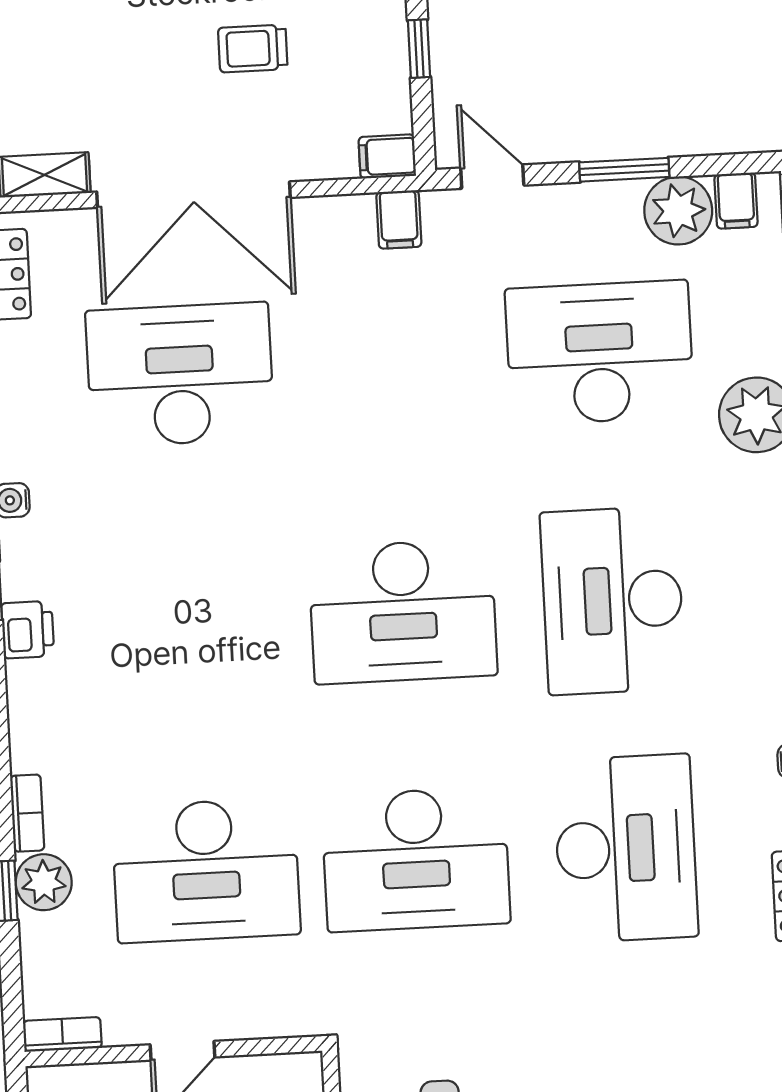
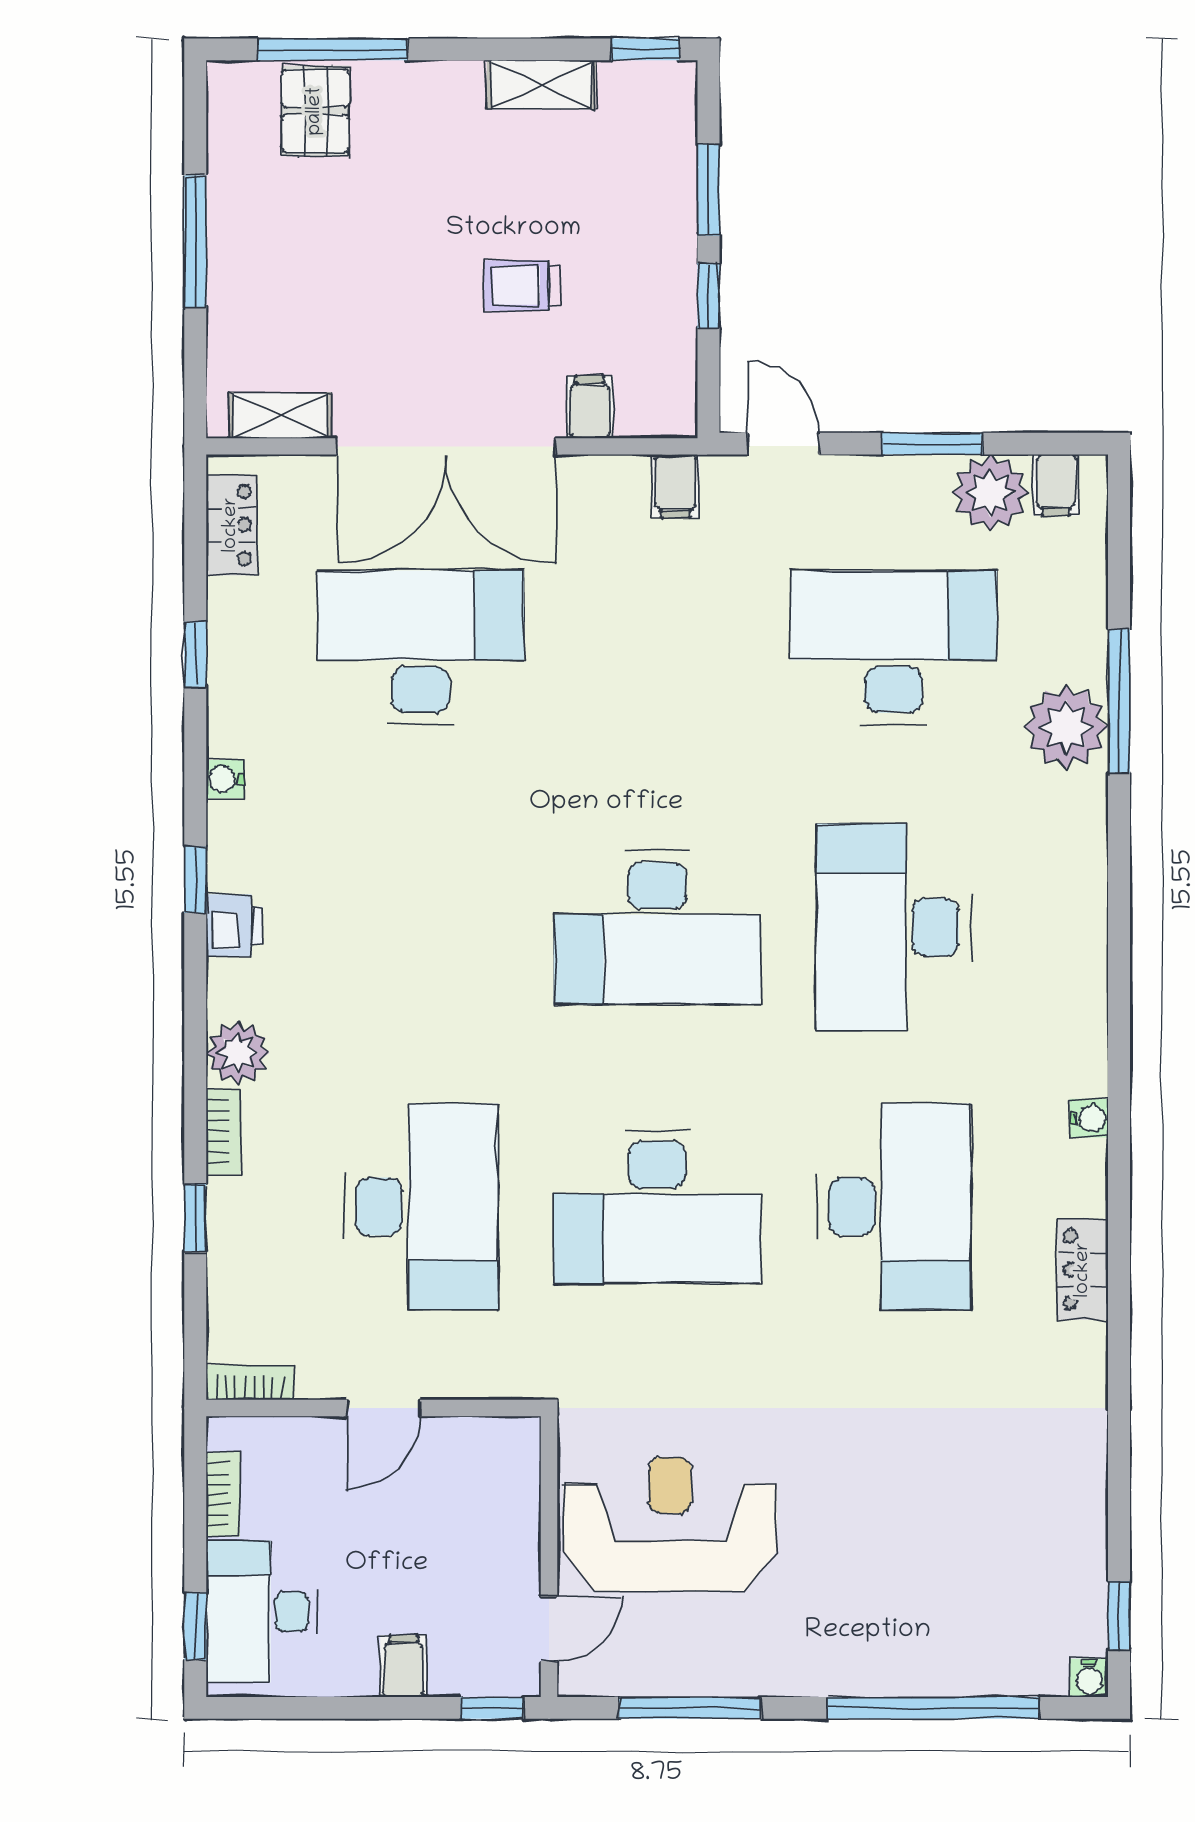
filing cabinet: (387, 156) -> (590, 407), moved, turned 90
desk: (206, 870) -> (421, 1207), turned -90
plant: (44, 882) -> (238, 1053), moved

